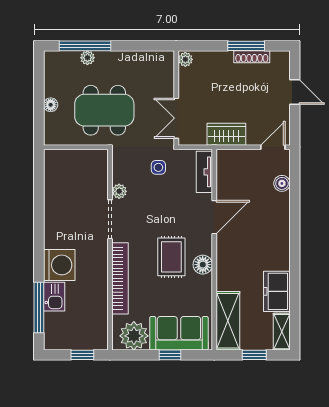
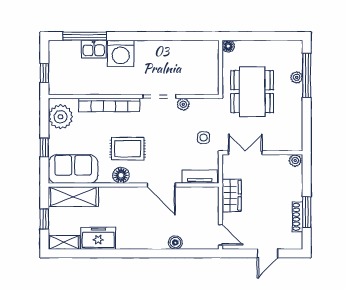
floor lamp: (51, 105) -> (228, 46), moved
boiler: (282, 183) -> (175, 243), moved
sofa: (179, 333) -> (73, 169), moved, turned -90

